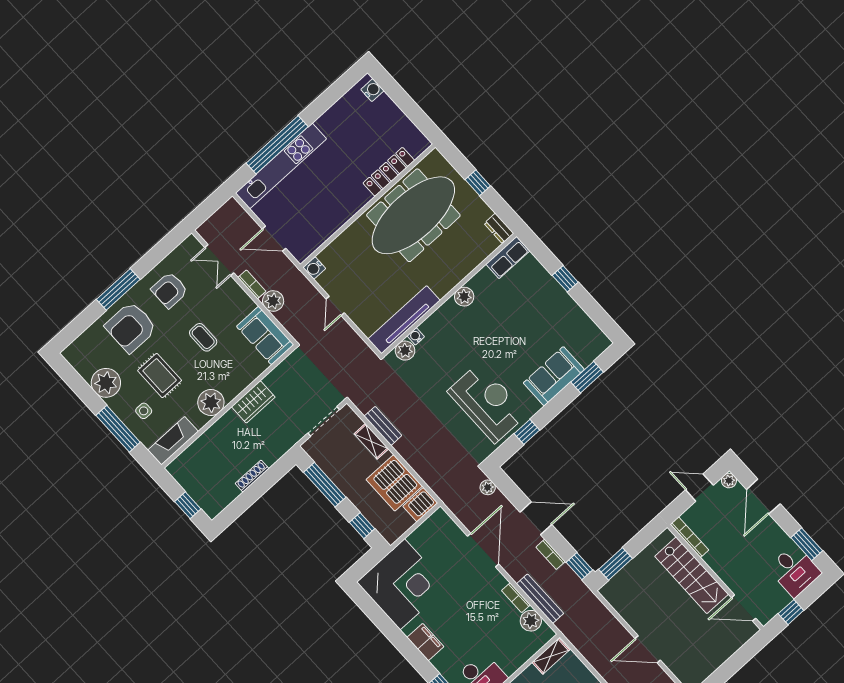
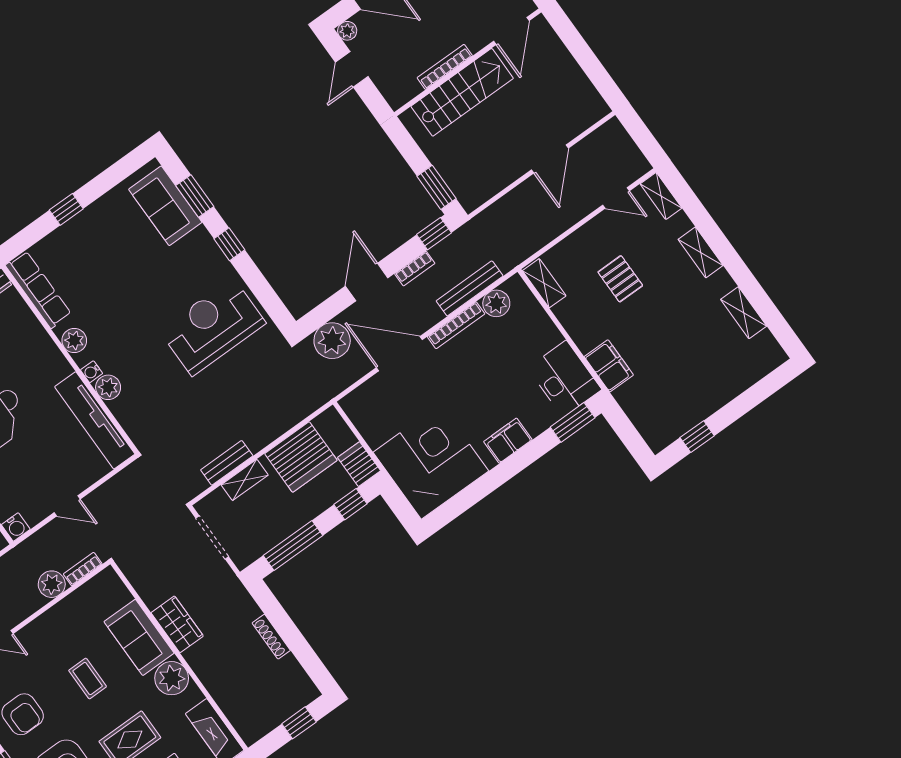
row of seats: (508, 258) -> (38, 290), width x1.48
bookcase: (252, 284) -> (83, 569), moved
sofa: (265, 336) -> (139, 637), moved, turned 90
water cooler: (416, 336) -> (92, 372), moved
coffee table: (203, 337) -> (88, 678), turned 90
plant: (405, 351) -> (108, 387), moved
sofa: (554, 376) -> (165, 206), moved
window: (527, 432) -> (229, 244), moved
plant: (488, 487) -> (332, 341), width x1.88, depth x1.88
server rack: (420, 505) -> (359, 464), moved, turned 180
bookcase: (689, 537) -> (445, 67), moved
bookcase: (516, 598) -> (456, 325), width x1.56

